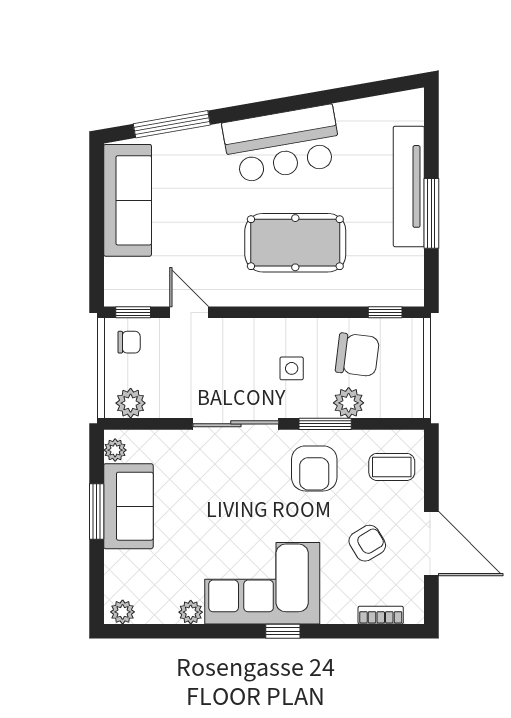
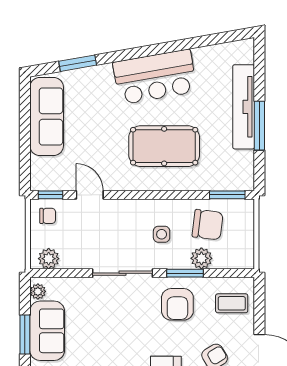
window: (172, 124) -> (78, 63), width x0.69
window: (385, 312) -> (227, 195), width x1.50

